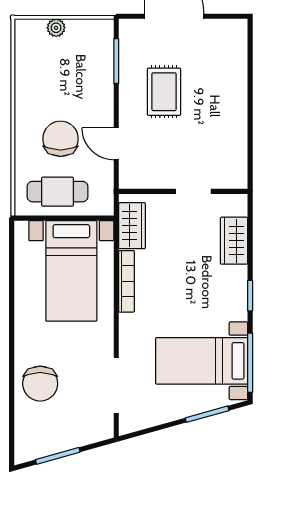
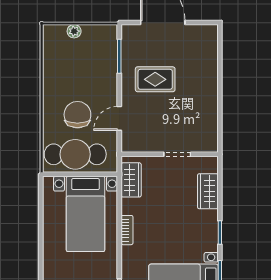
rug: (164, 92) -> (155, 79), turned 90
door: (116, 144) -> (119, 118), hinge flipped
cafe table: (58, 192) -> (75, 154), width x1.37, depth x1.35
bookcase: (127, 281) -> (127, 230), width x0.64

